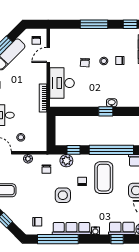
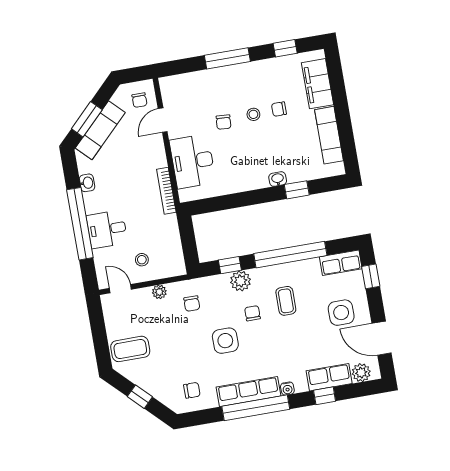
window: (106, 111) -> (297, 190), moved
plant: (66, 161) -> (241, 281), moved
coffee table: (104, 178) -> (286, 301), width x0.54, depth x0.58
window: (58, 239) -> (256, 408), moved

